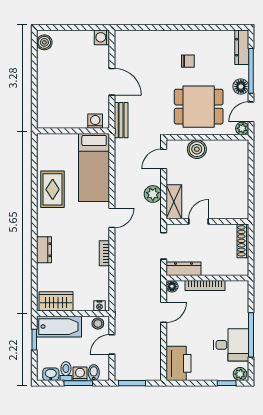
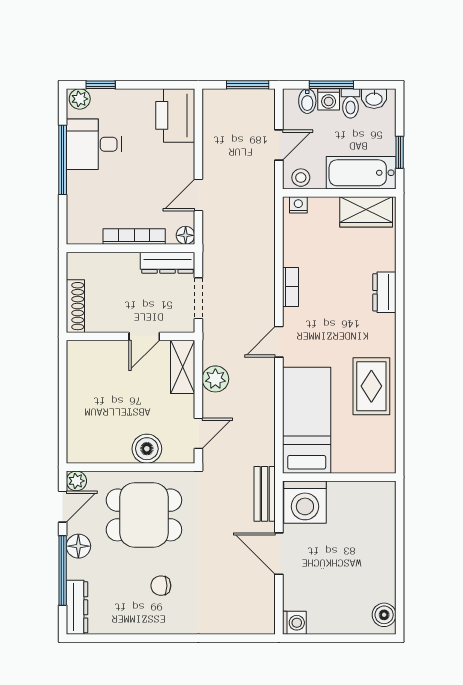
washing machine: (95, 121) -> (305, 502), width x1.89, depth x1.89

